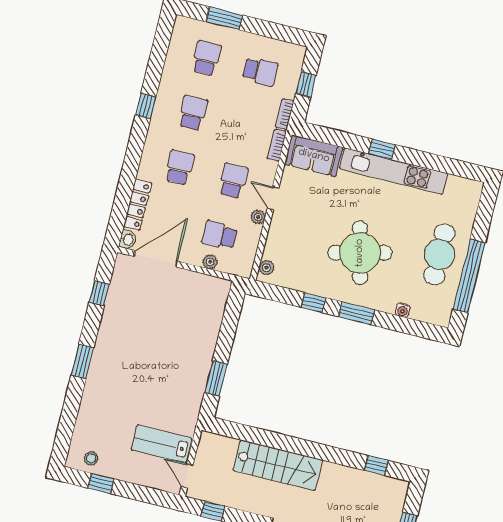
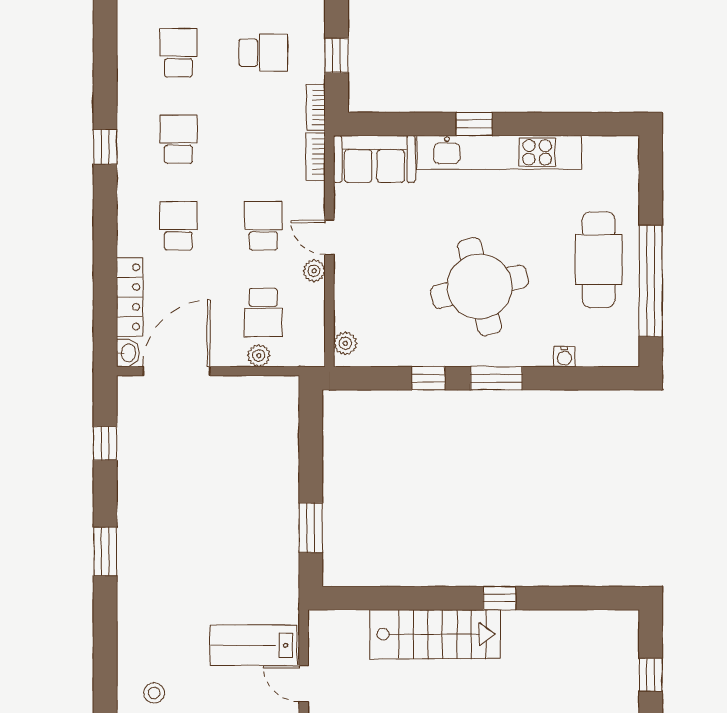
school desk: (220, 235) -> (263, 312), turned -90
window: (376, 465) -> (500, 598), moved

